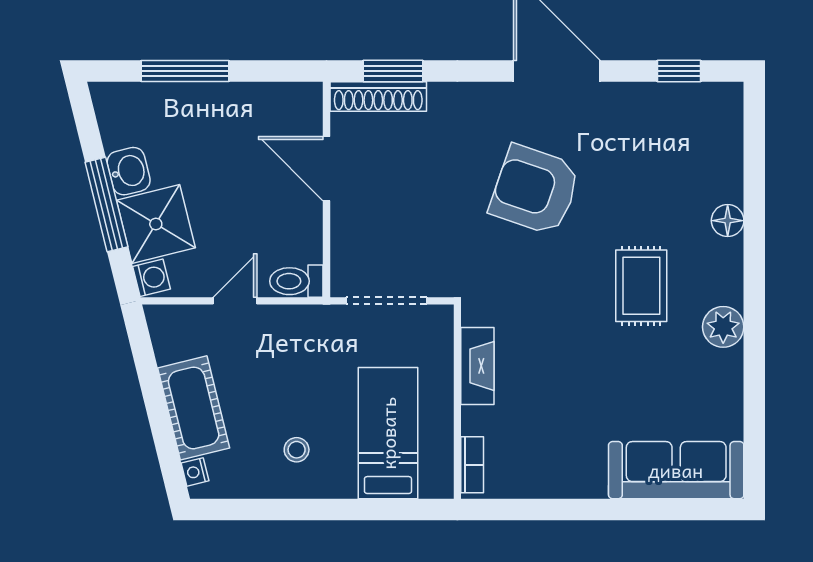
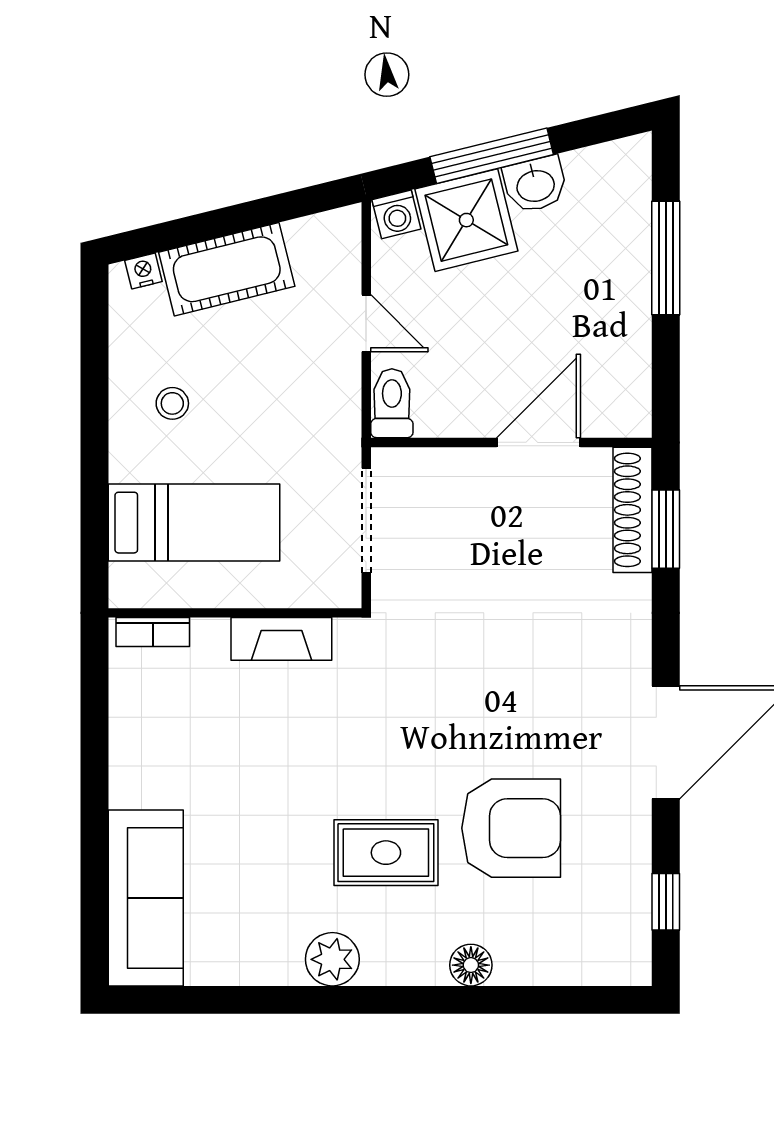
armchair: (535, 190) -> (511, 828), moved, turned 71

